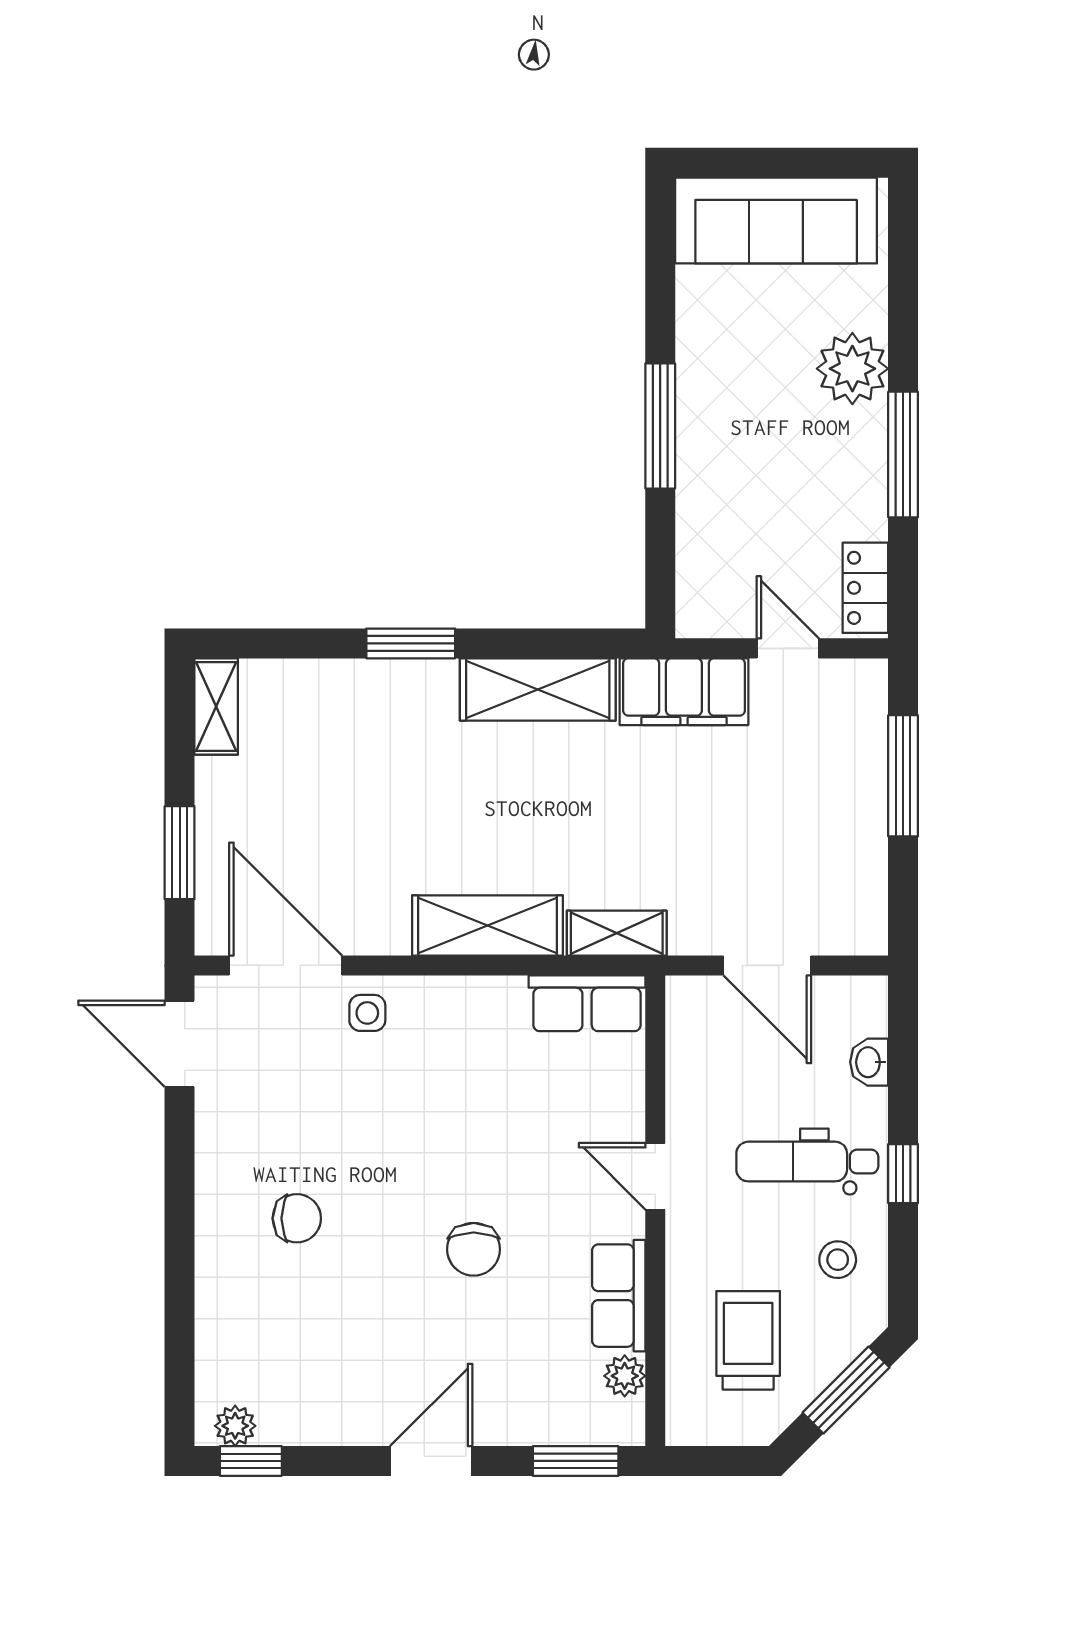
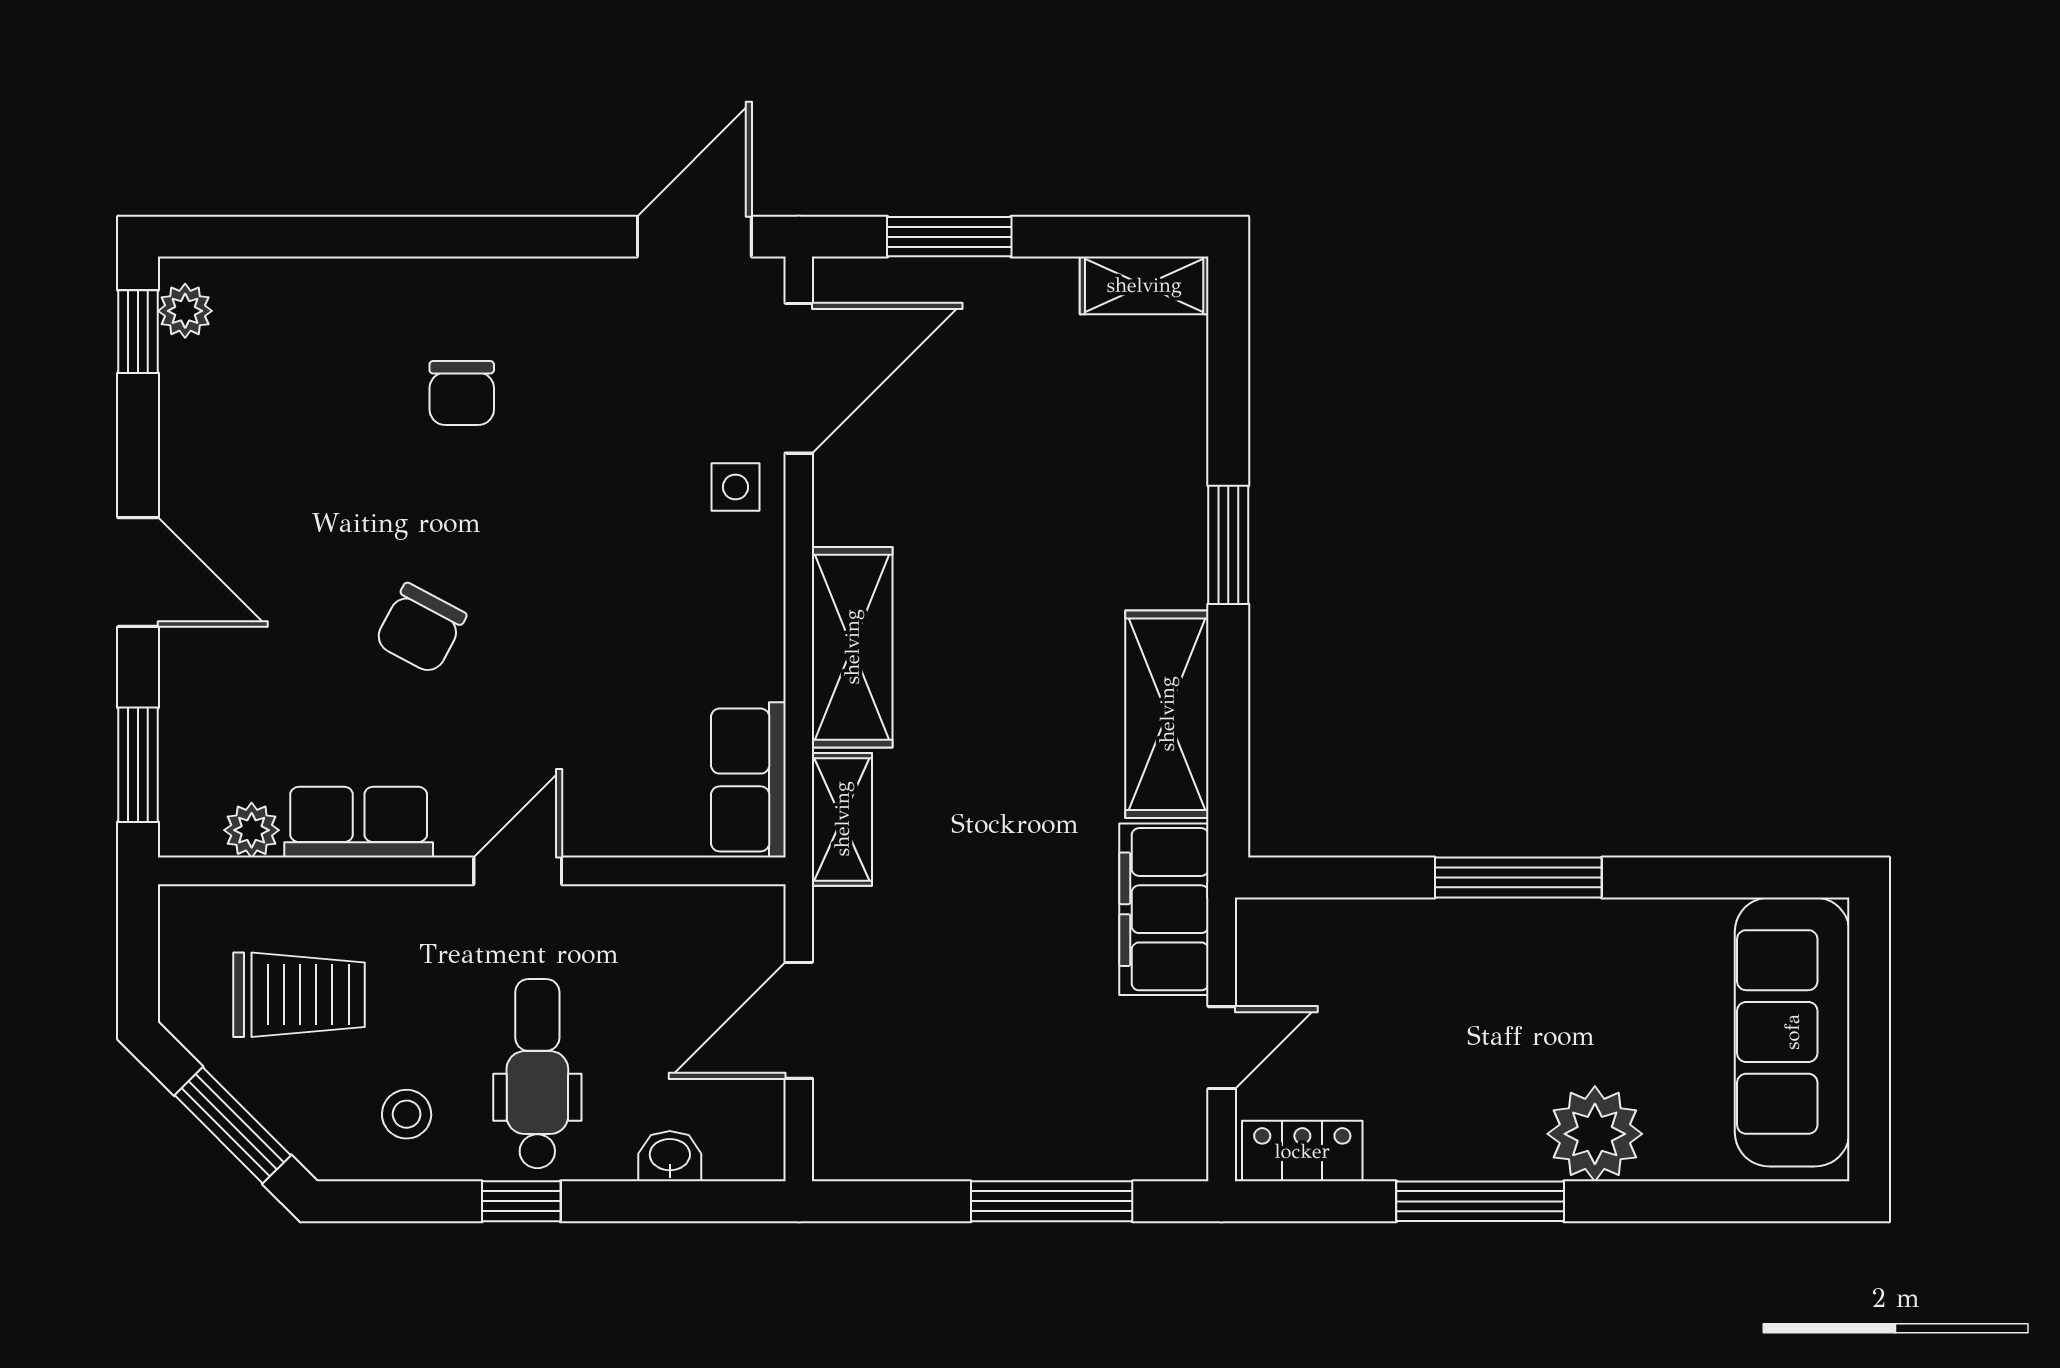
chair: (474, 1249) -> (420, 629), turned -62

